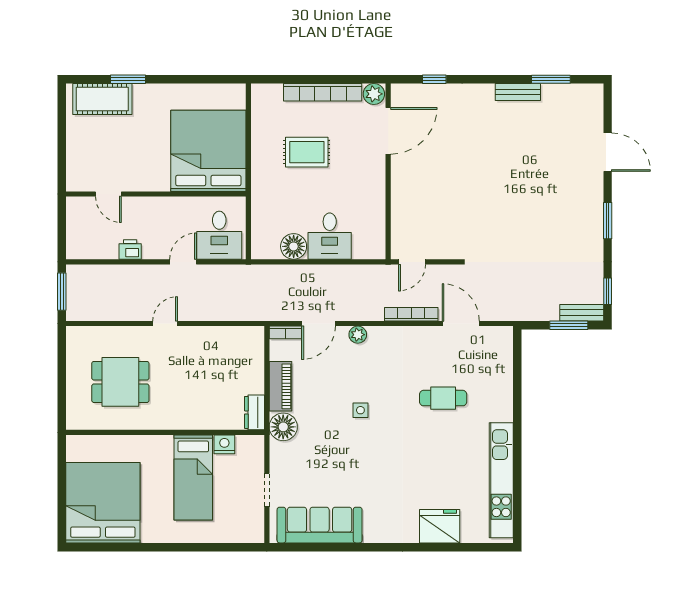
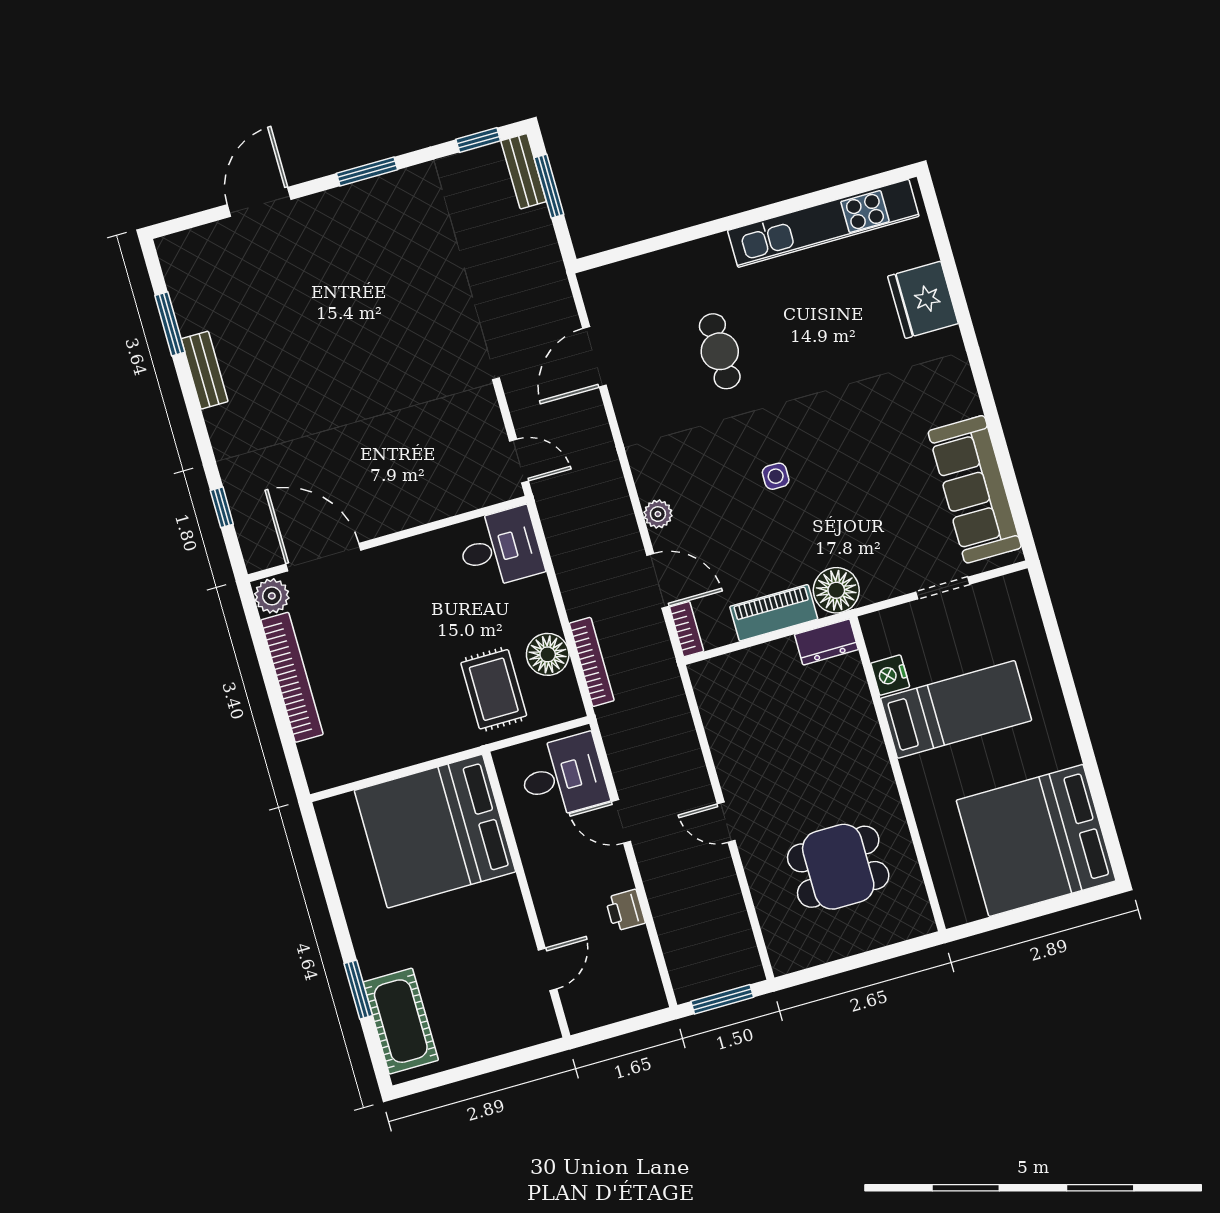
rug: (307, 152) -> (494, 689), moved
desk: (330, 236) -> (500, 548), moved
bookcase: (411, 314) -> (592, 662), moved, turned 180
dining table: (120, 382) -> (838, 867), turned 90

